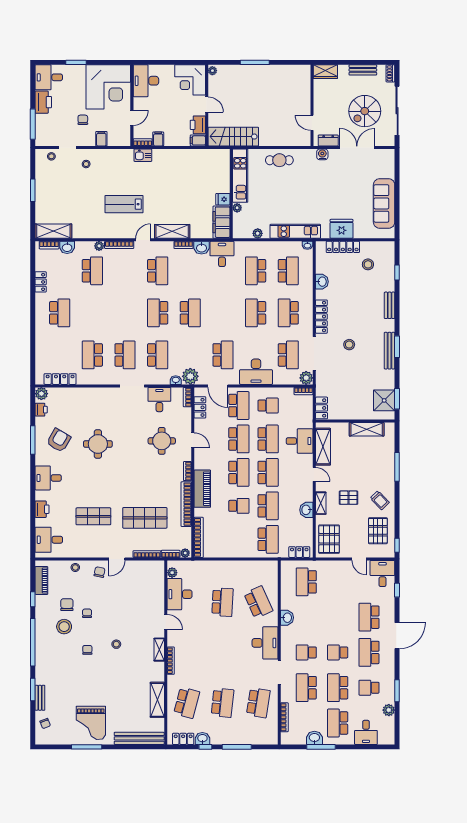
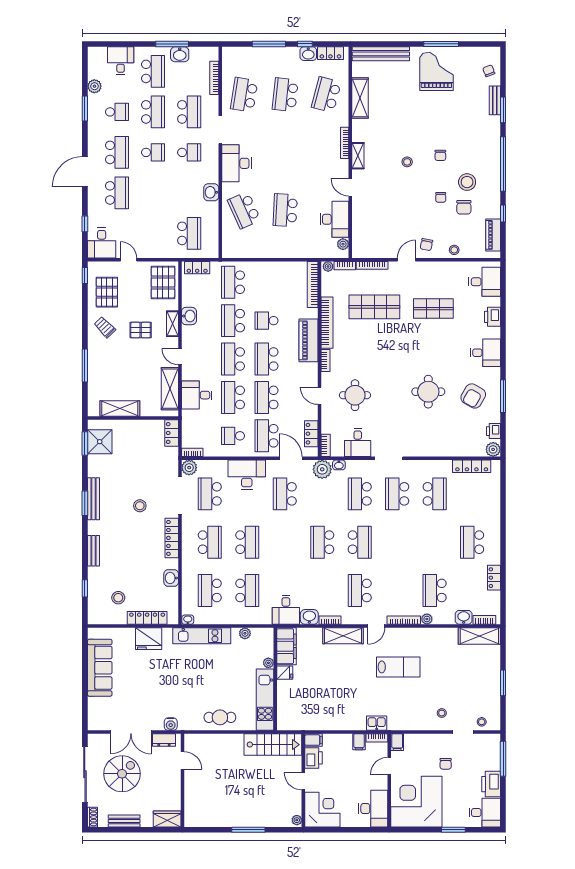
filing cabinet: (101, 139) -> (397, 742), moved

